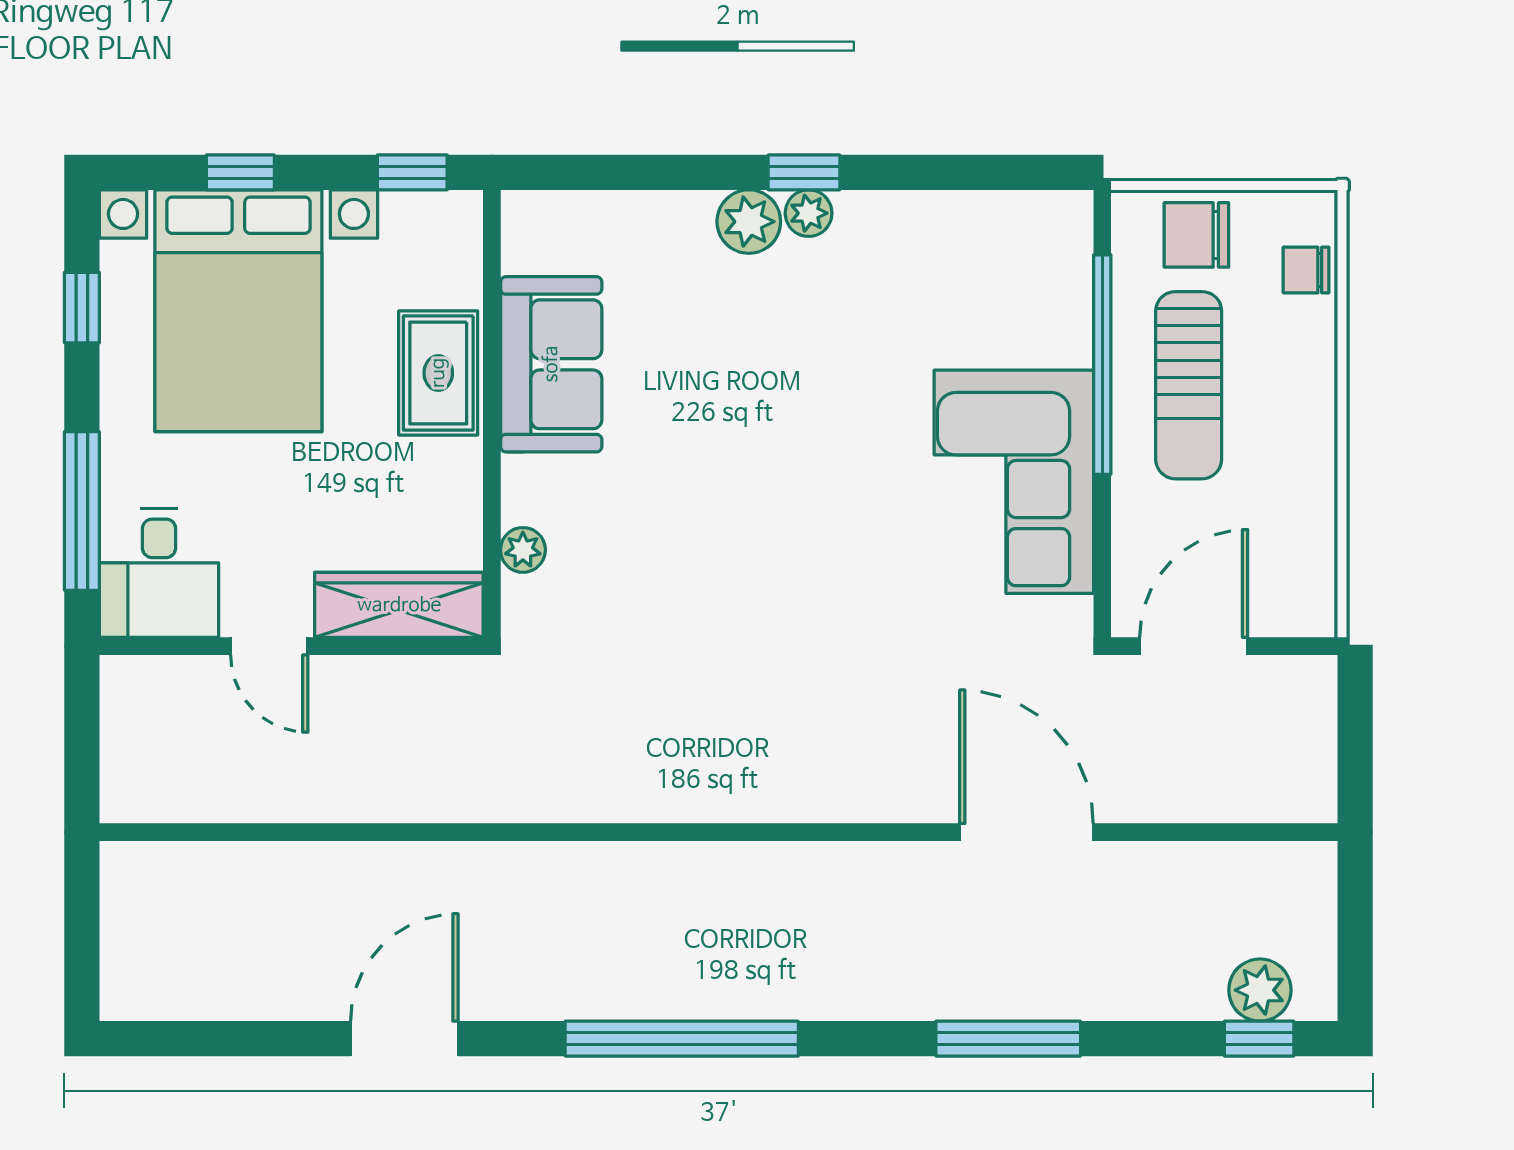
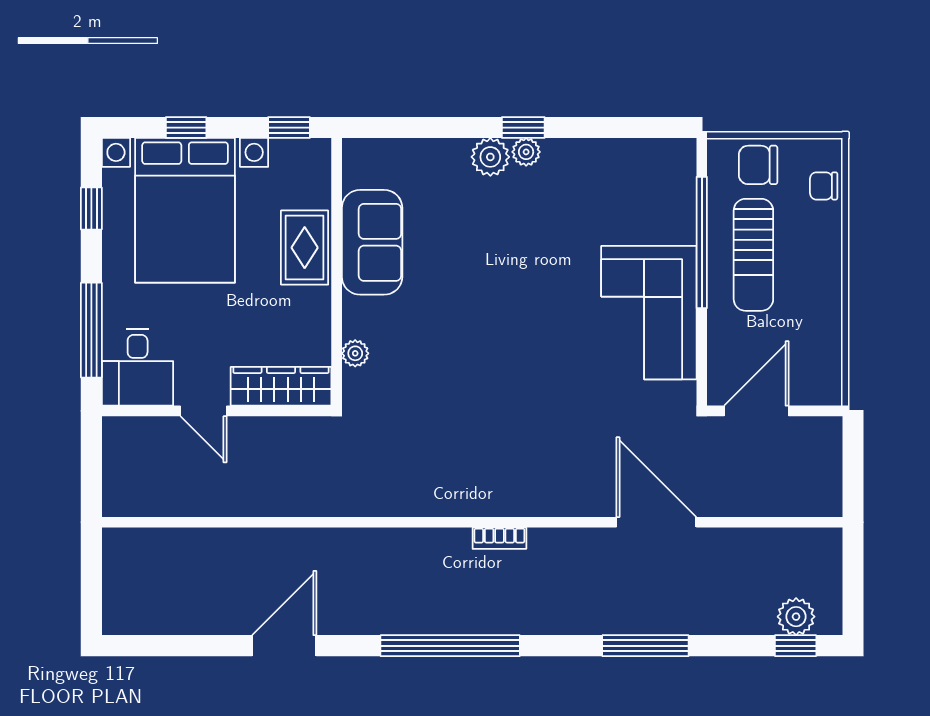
bookcase: (764, 859) -> (499, 538), added

